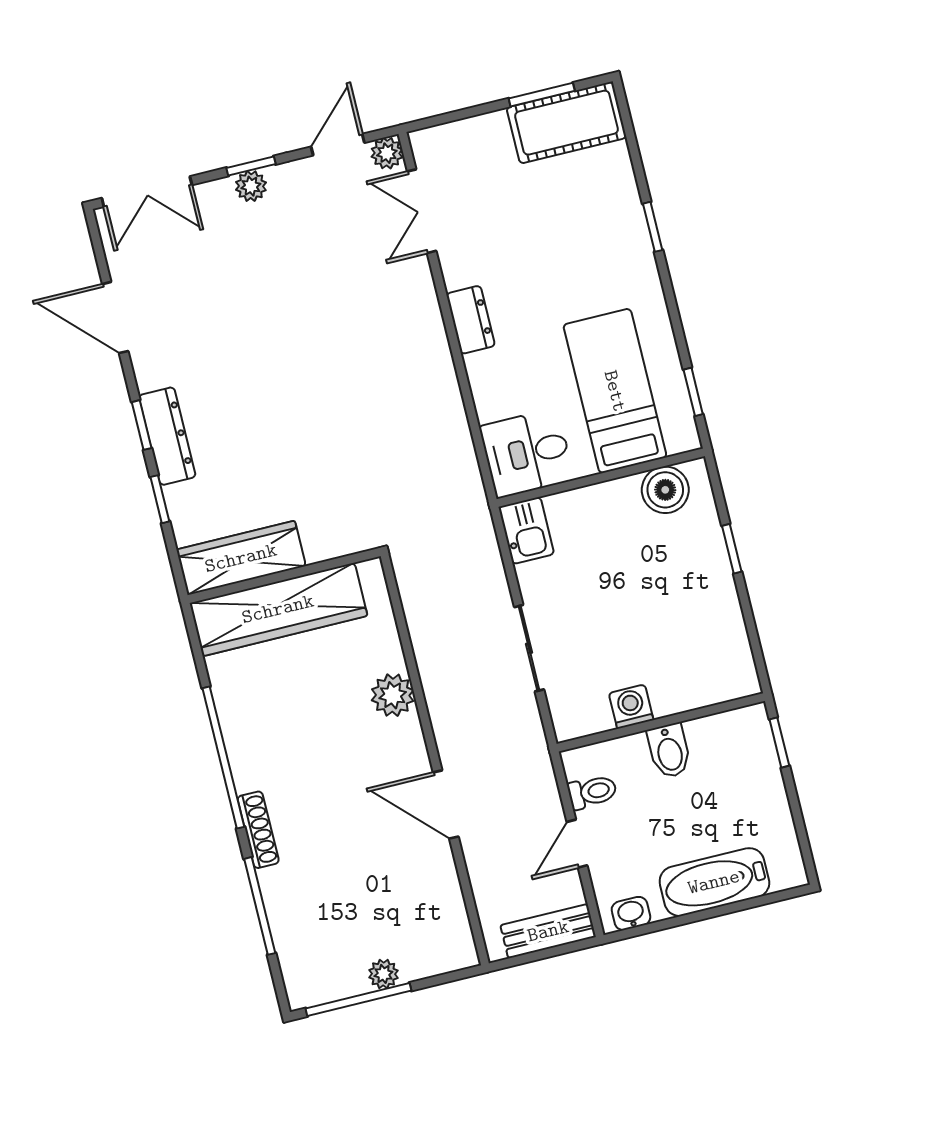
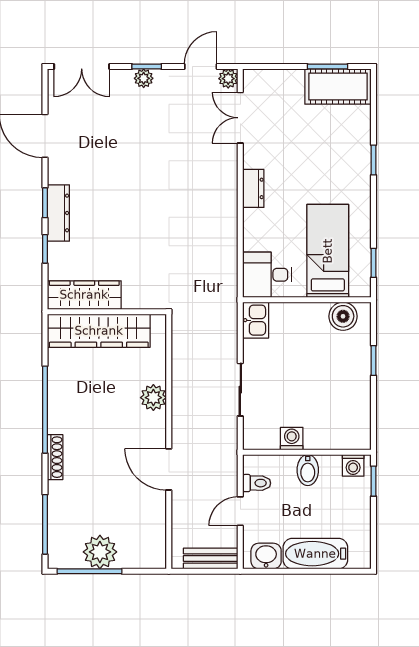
washing machine: (740, 725) -> (353, 465), added
window: (260, 906) -> (45, 524), moved
washbasin: (631, 913) -> (266, 556), width x1.38, depth x1.45
plant: (383, 974) -> (100, 552), width x1.88, depth x1.88

